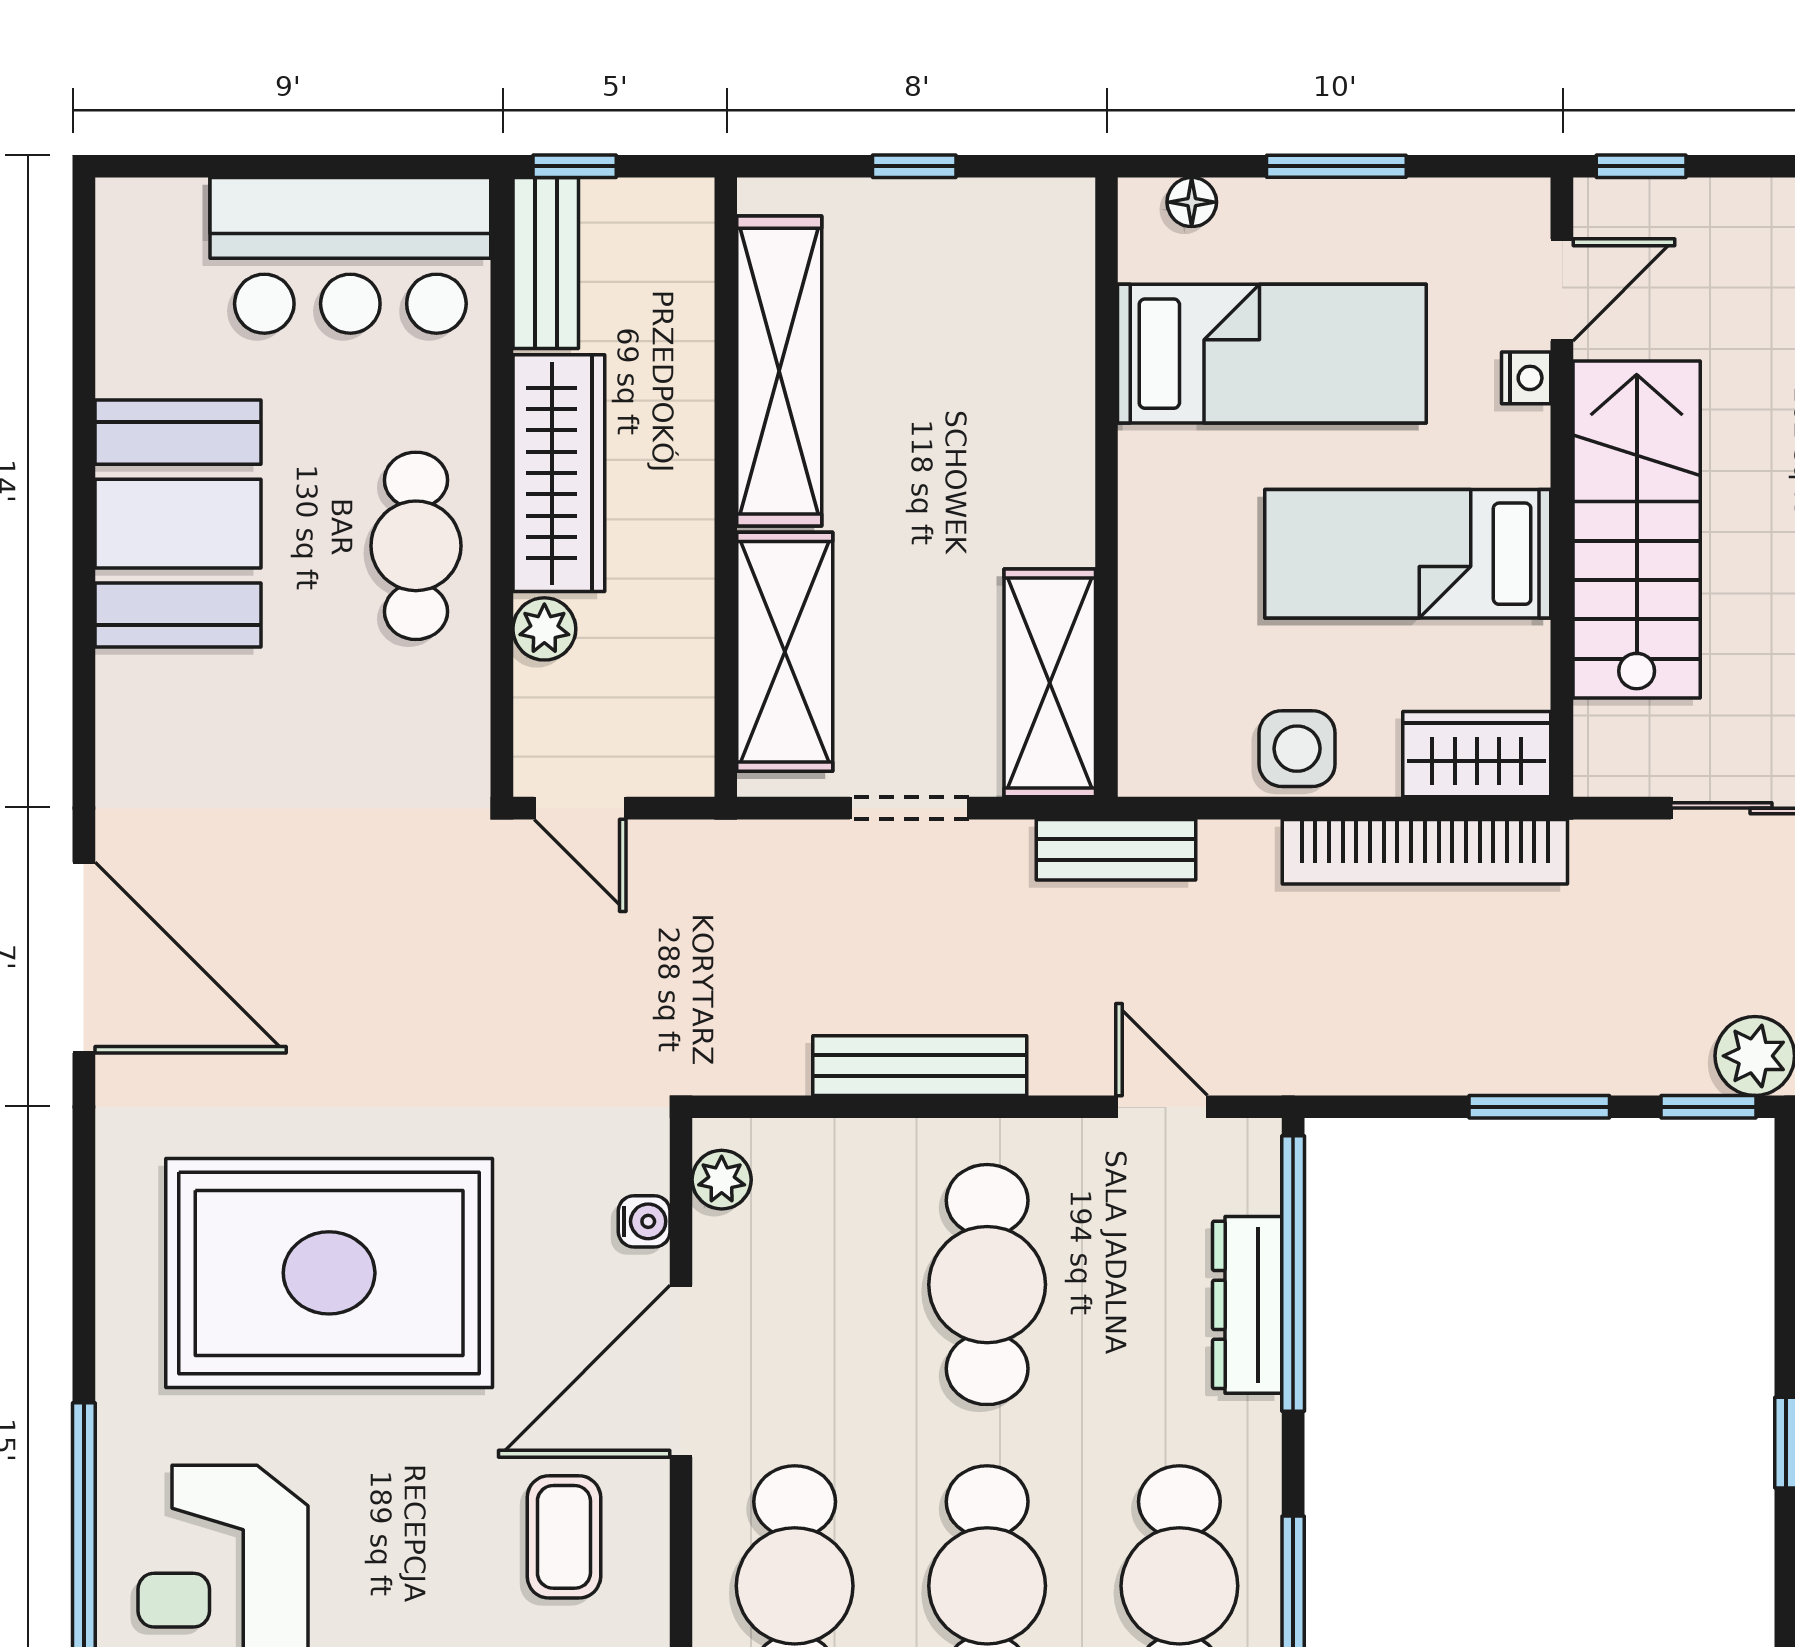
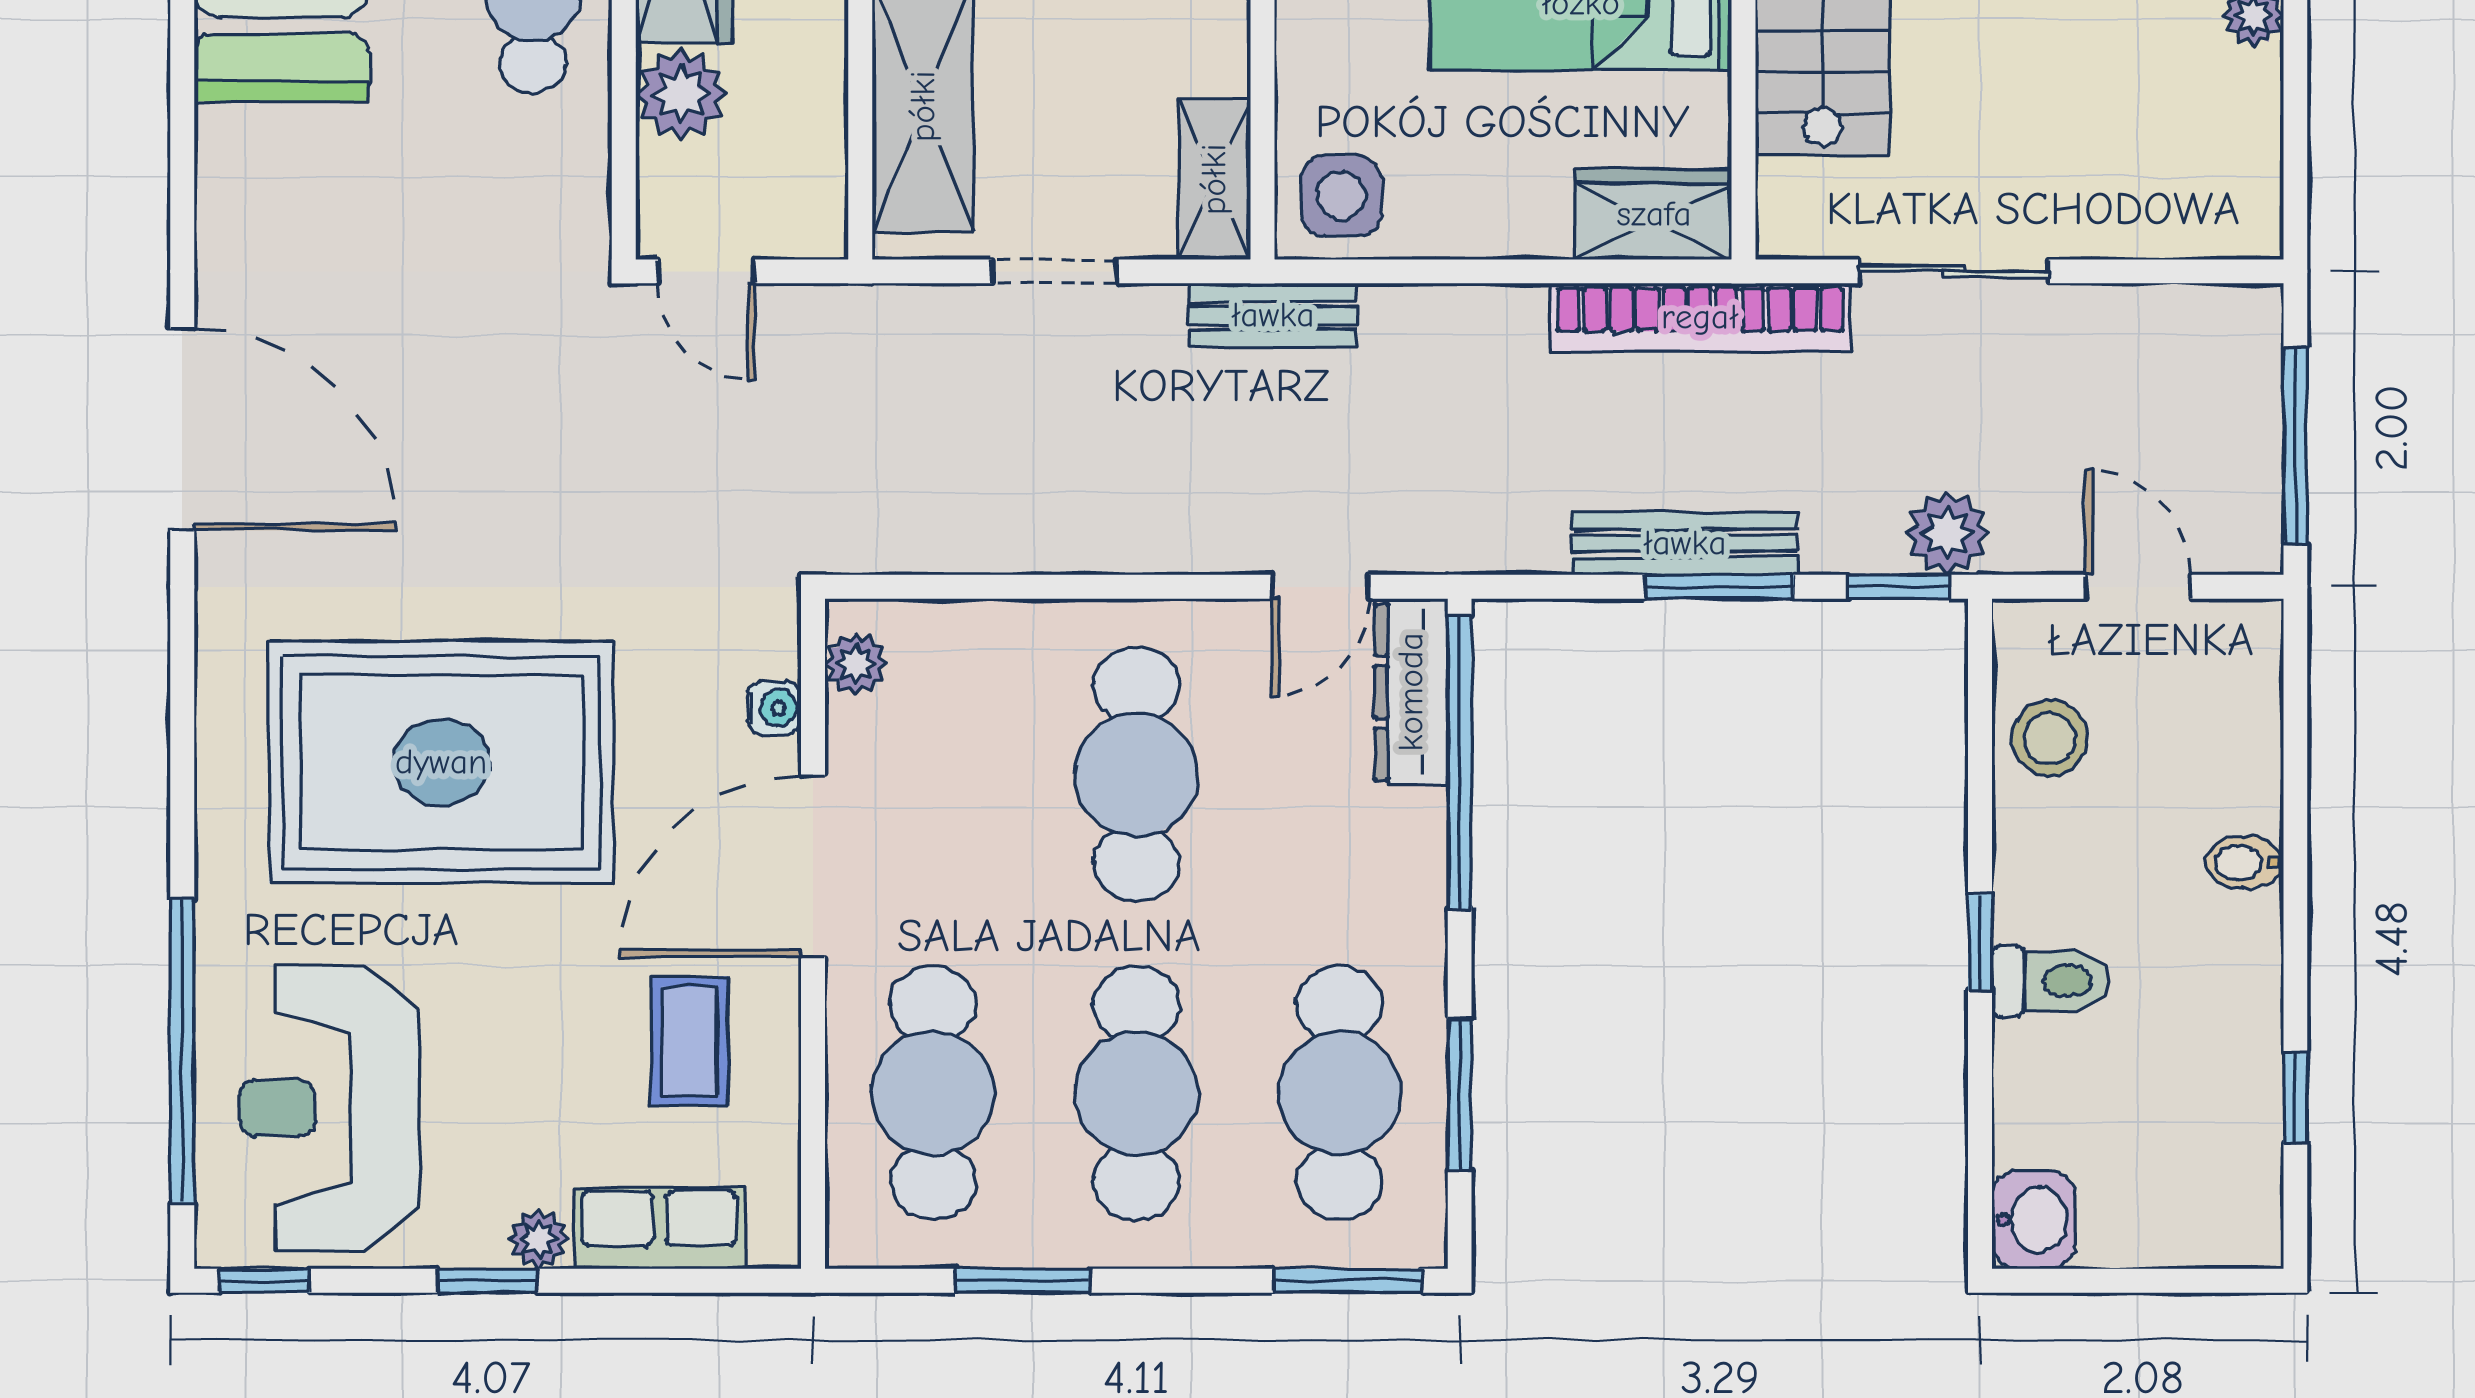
plant: (544, 629) -> (681, 94), width x1.38, depth x1.38
shelving: (1050, 683) -> (1214, 179), width x0.67, depth x0.75
side table: (1297, 749) -> (1341, 196), moved
bookcase: (1425, 852) -> (1700, 317), moved
bench: (920, 1066) -> (1685, 543), moved
door: (1162, 1107) -> (1321, 587), swing flipped
dresser: (1247, 1305) -> (1411, 692), moved

